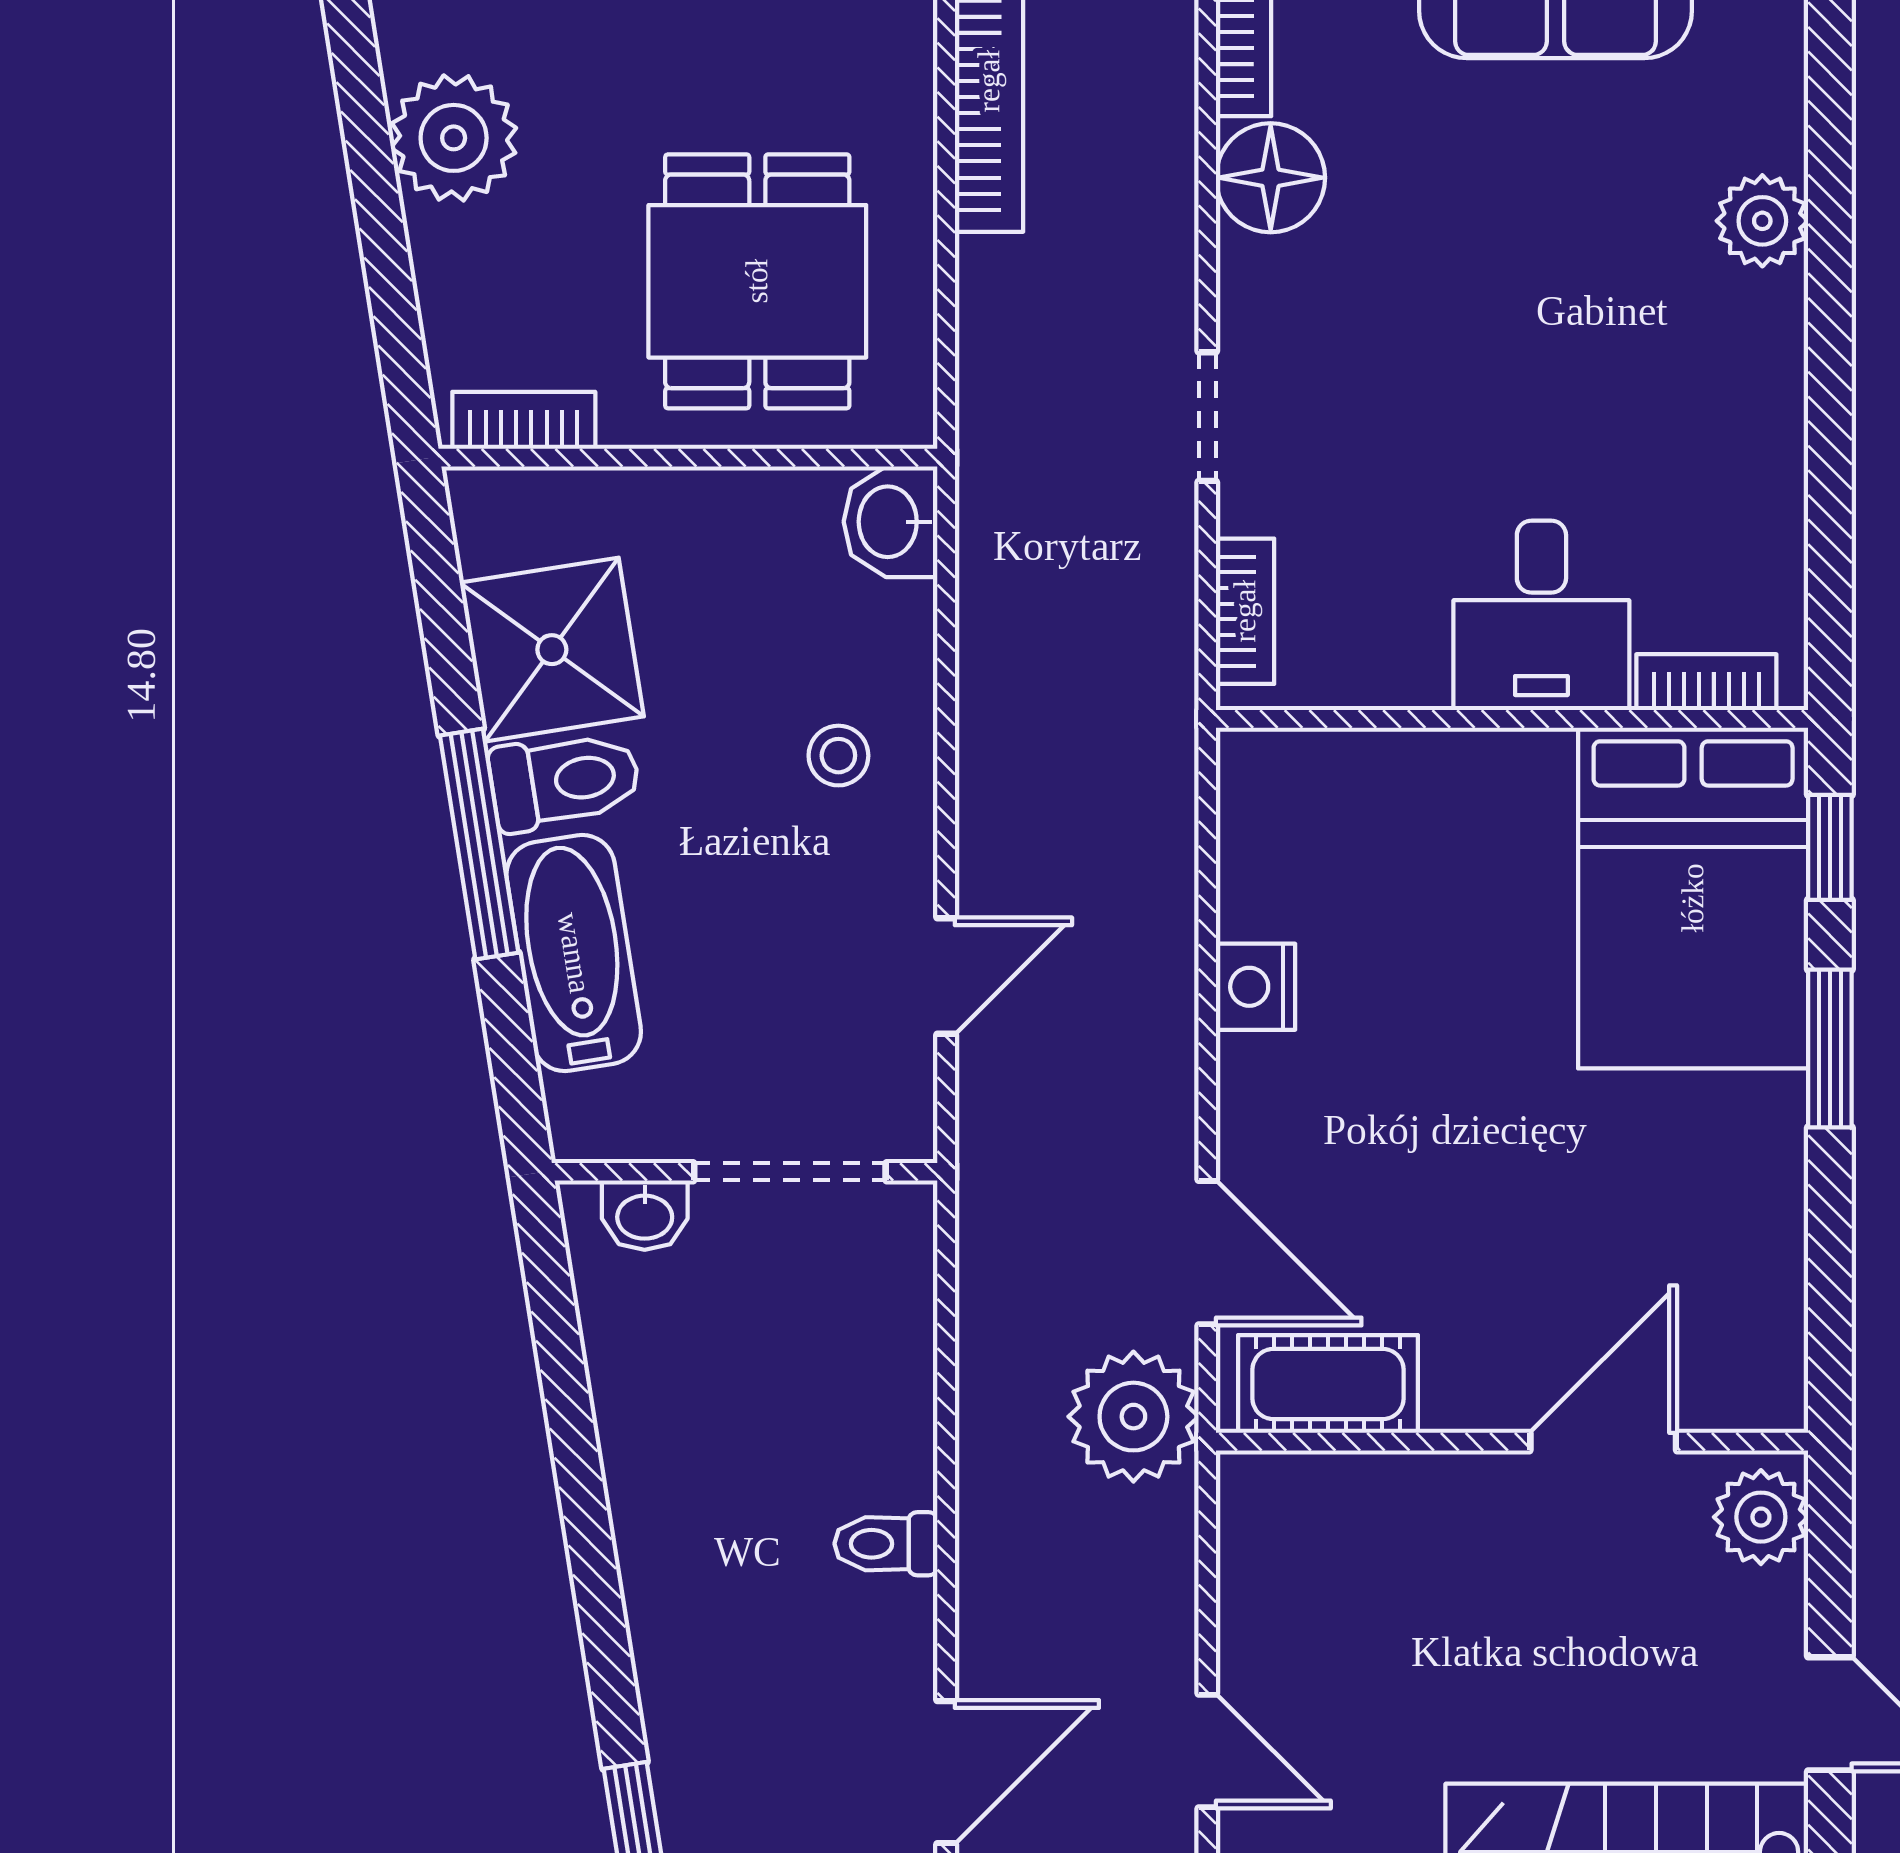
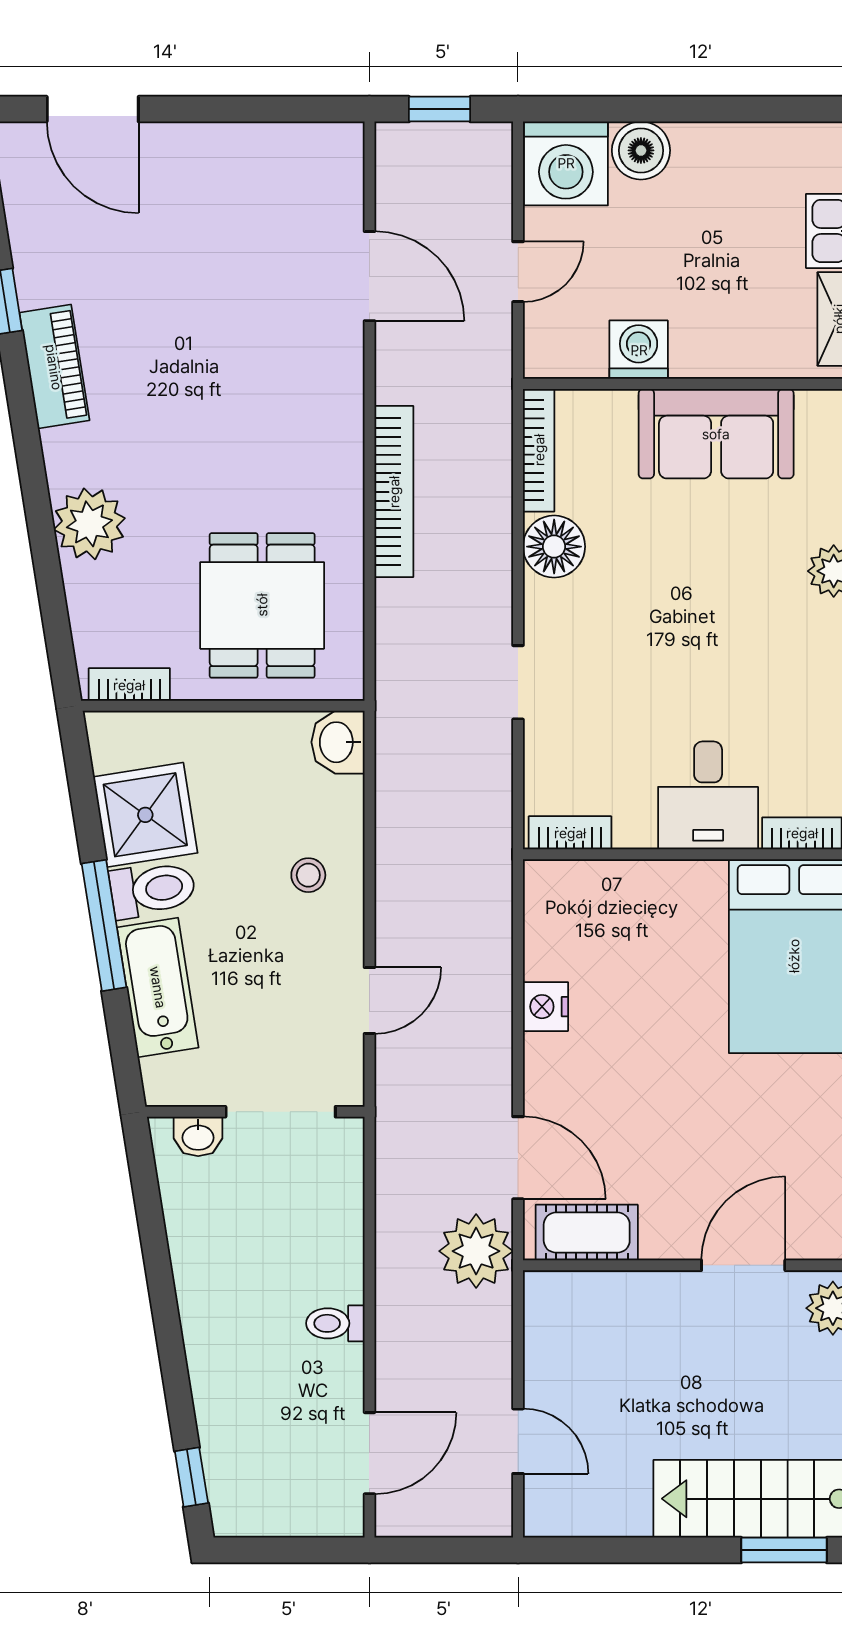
bookcase: (1245, 611) -> (570, 833), moved, turned -90

